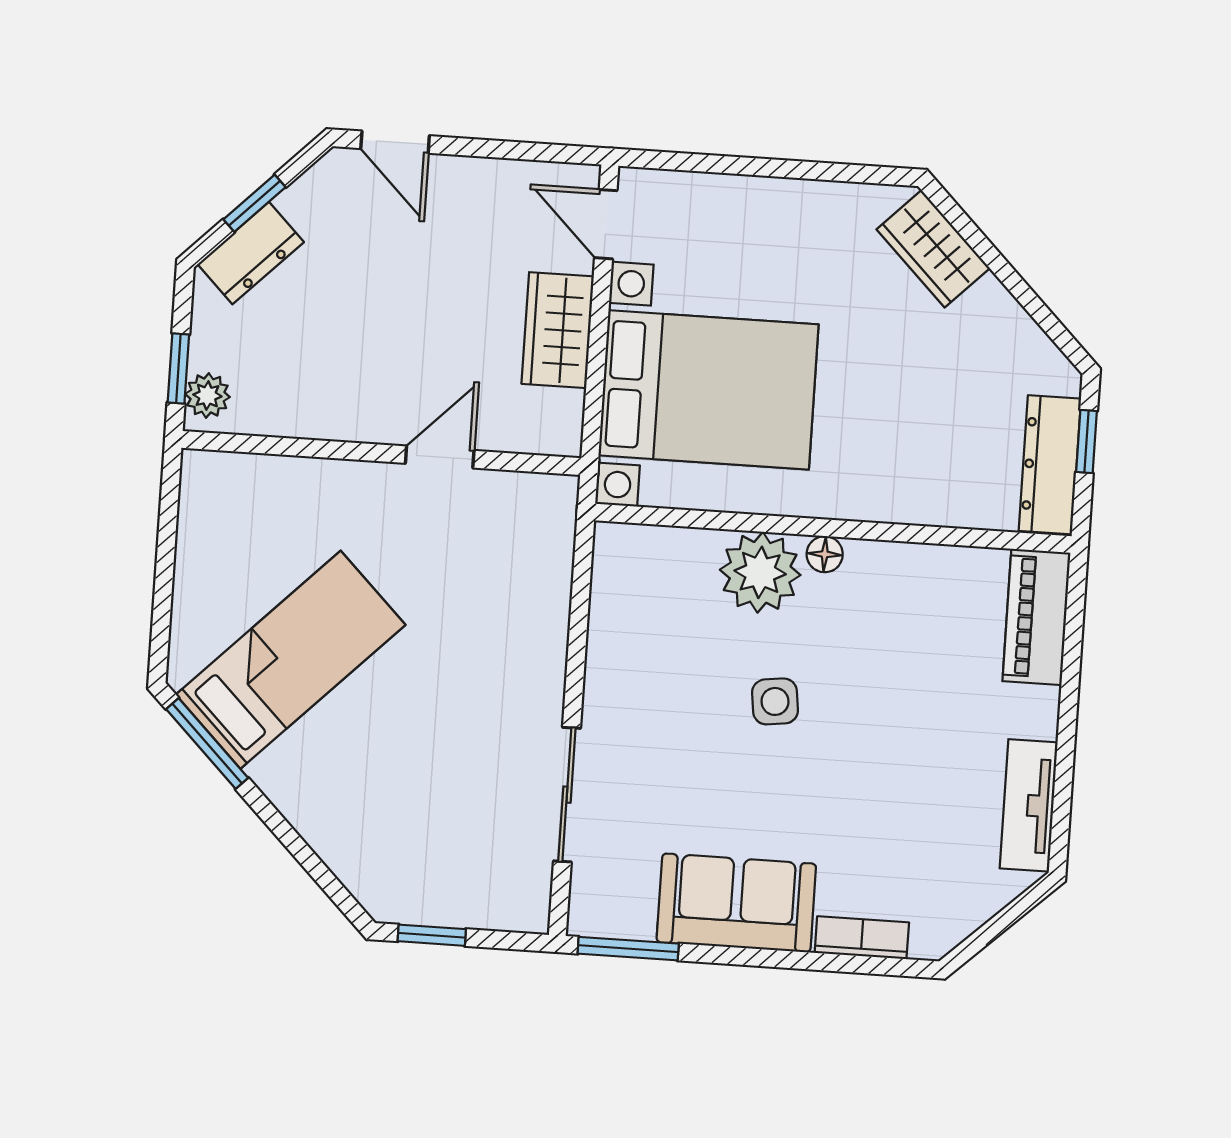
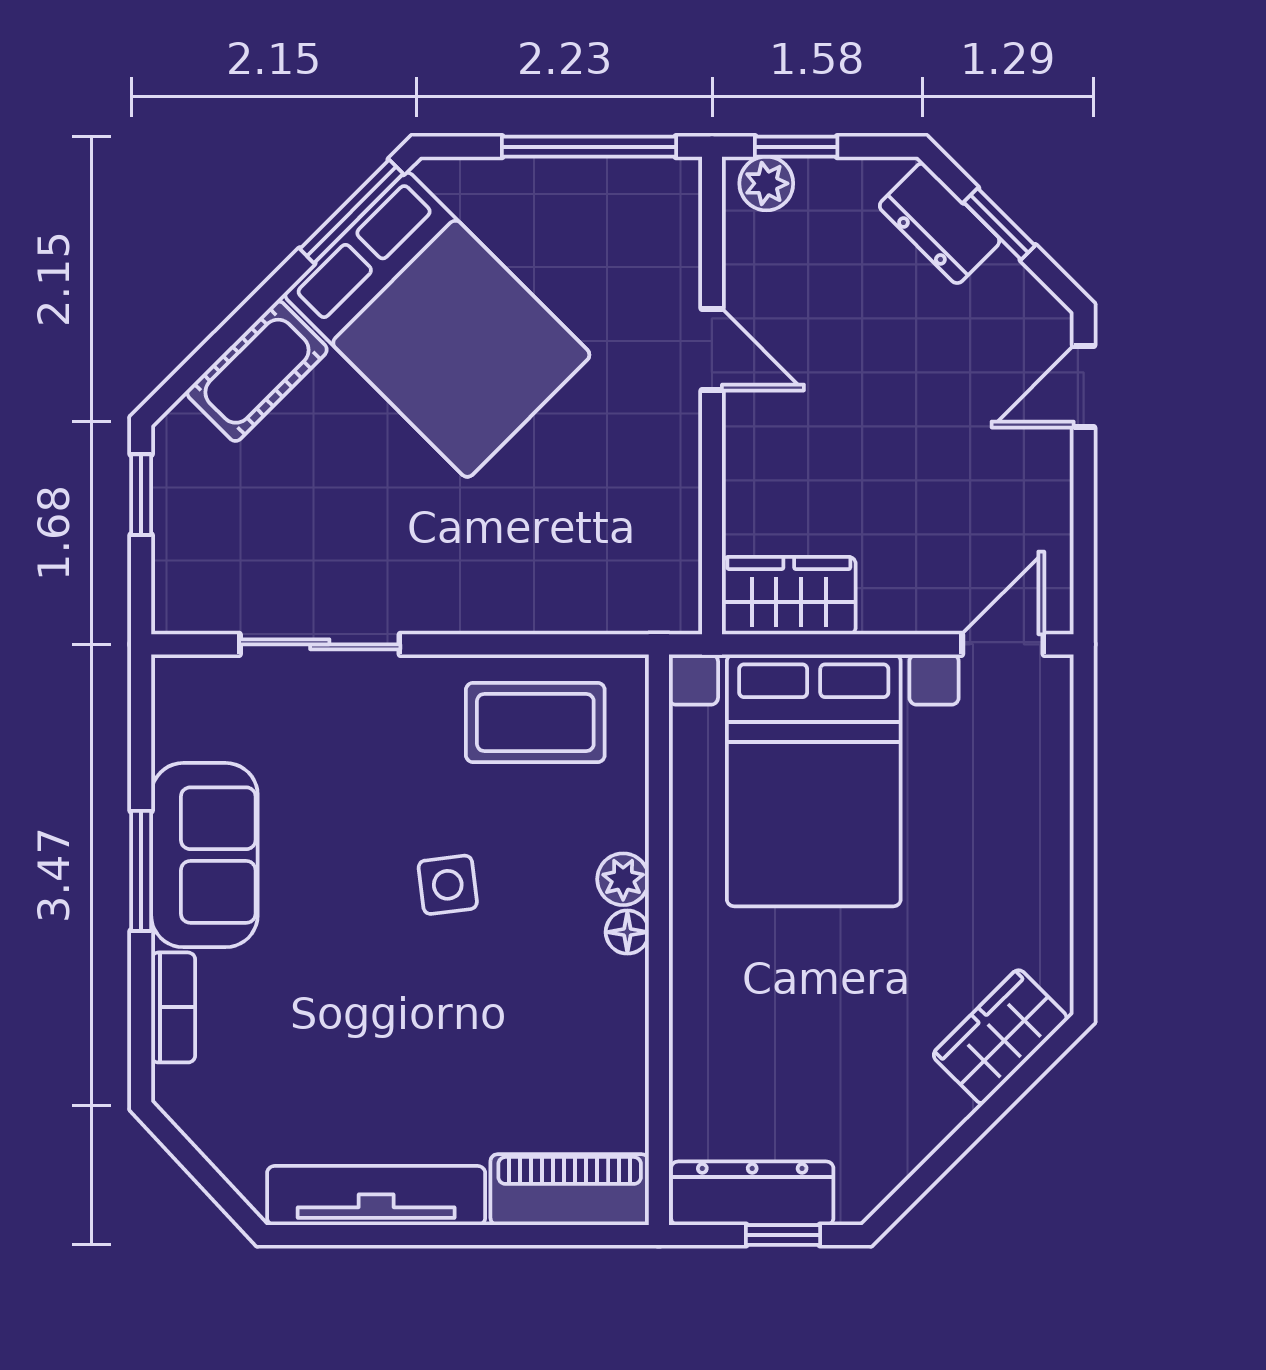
wardrobe: (558, 330) -> (789, 596), moved
door: (440, 457) -> (712, 349), moved
window: (167, 541) -> (589, 147), added
plant: (760, 572) -> (623, 879), width x0.53, depth x0.53
coffee table: (644, 619) -> (535, 722), added
bed: (291, 660) -> (437, 325), width x1.50
tv unit: (1029, 805) -> (376, 1195), width x1.41
cot: (335, 832) -> (257, 371), added
window: (628, 949) -> (141, 871), moved

